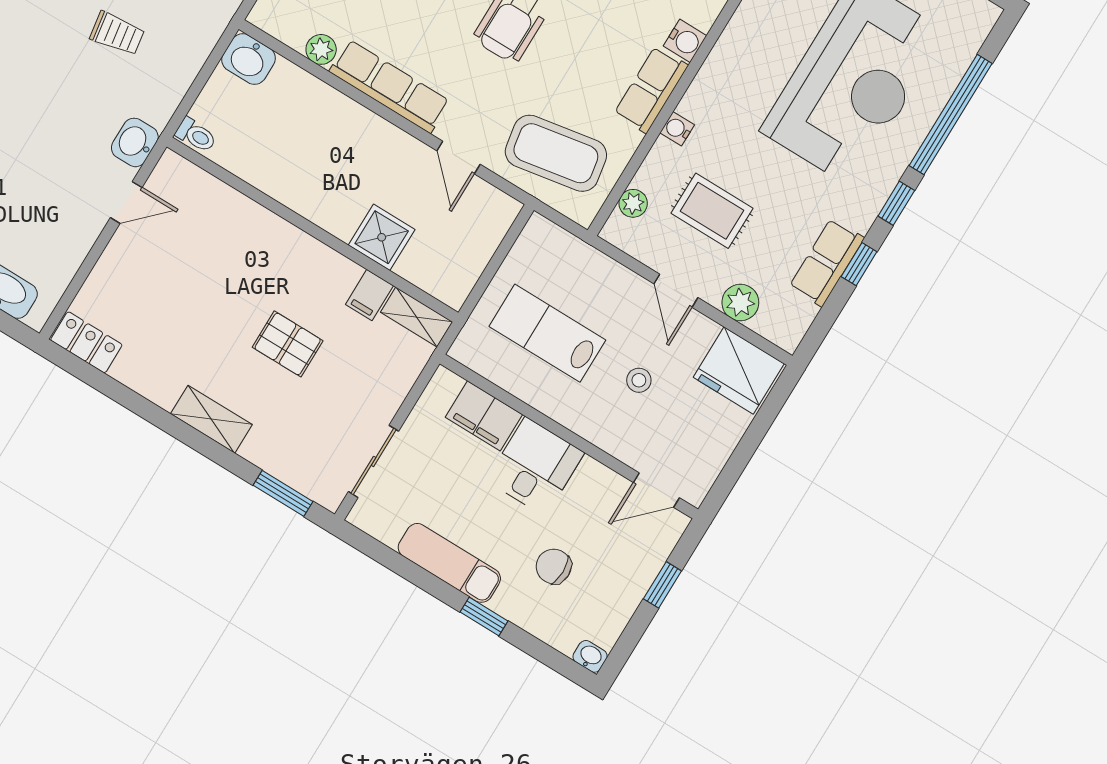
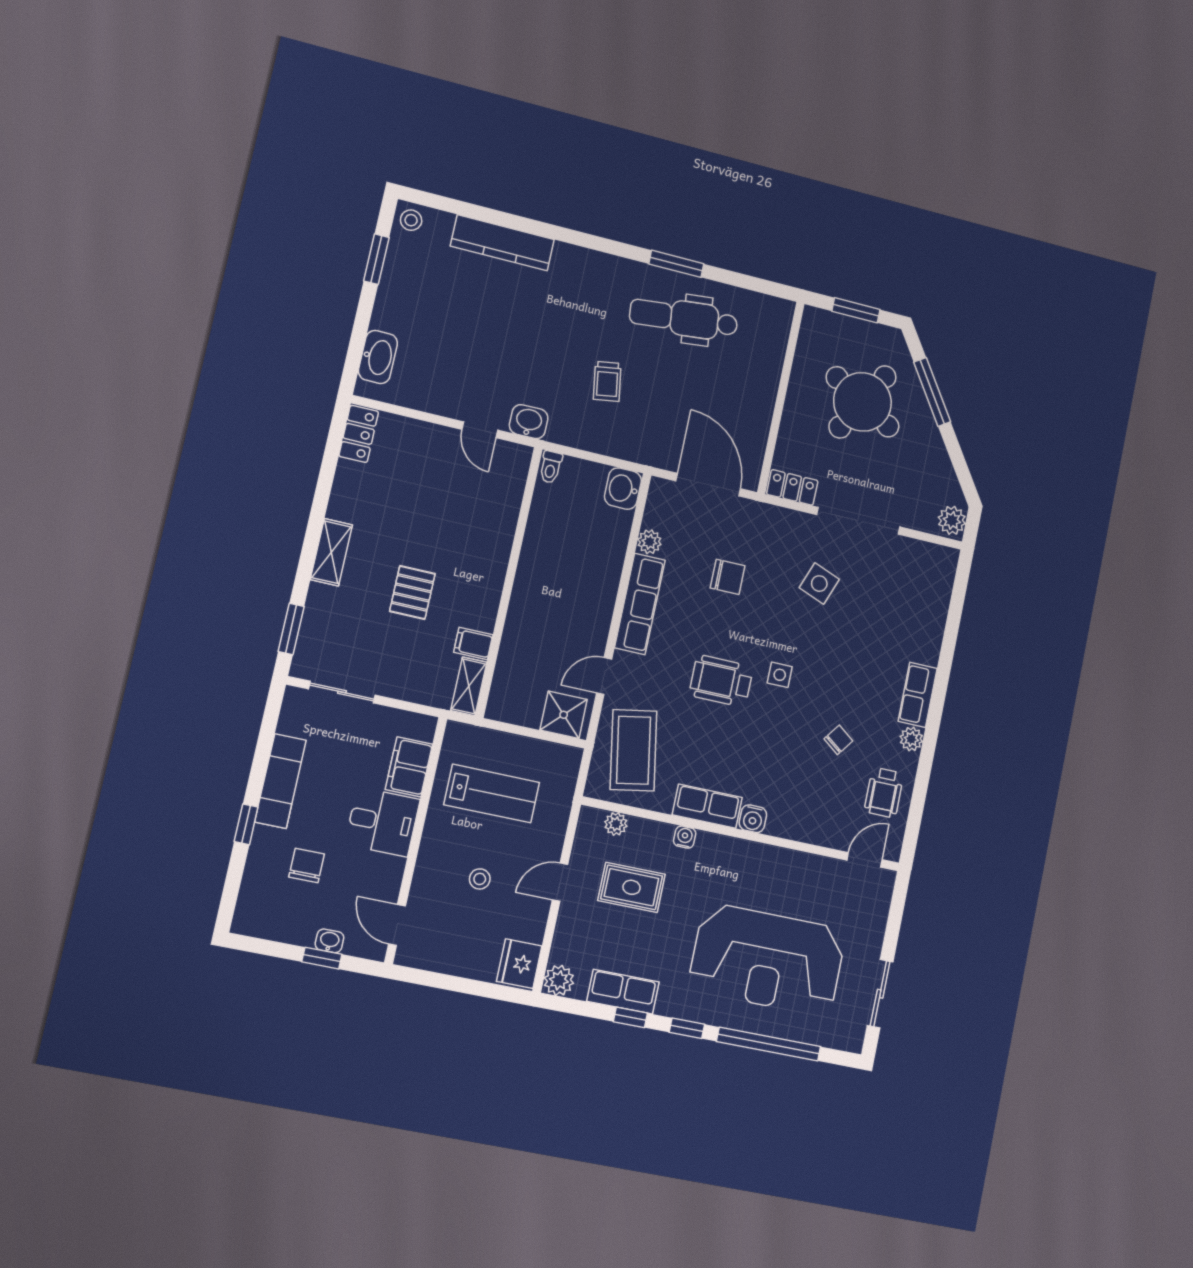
rug: (712, 211) -> (632, 887), turned 90
shower: (382, 237) -> (564, 715), moved
plant: (740, 303) -> (559, 980), moved
lab bench: (547, 333) -> (492, 794), turned 90
fridge: (739, 370) -> (519, 964), width x0.73, depth x0.75
washbasin: (590, 656) -> (329, 941), moved, turned -90

